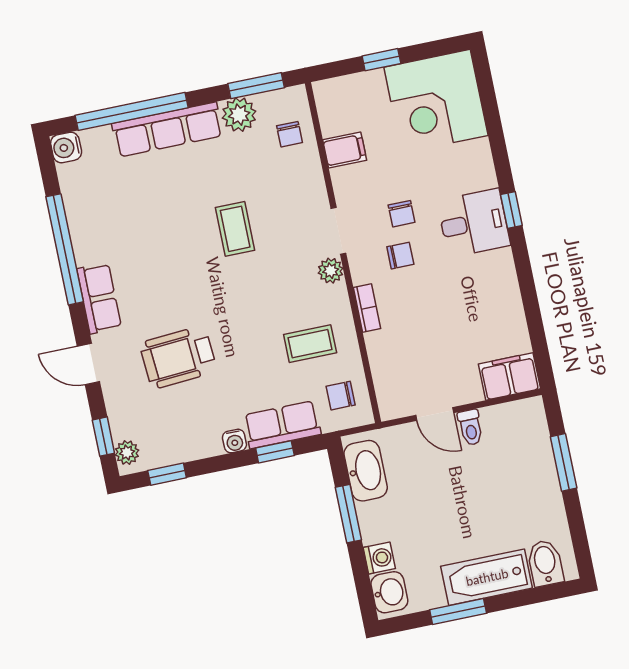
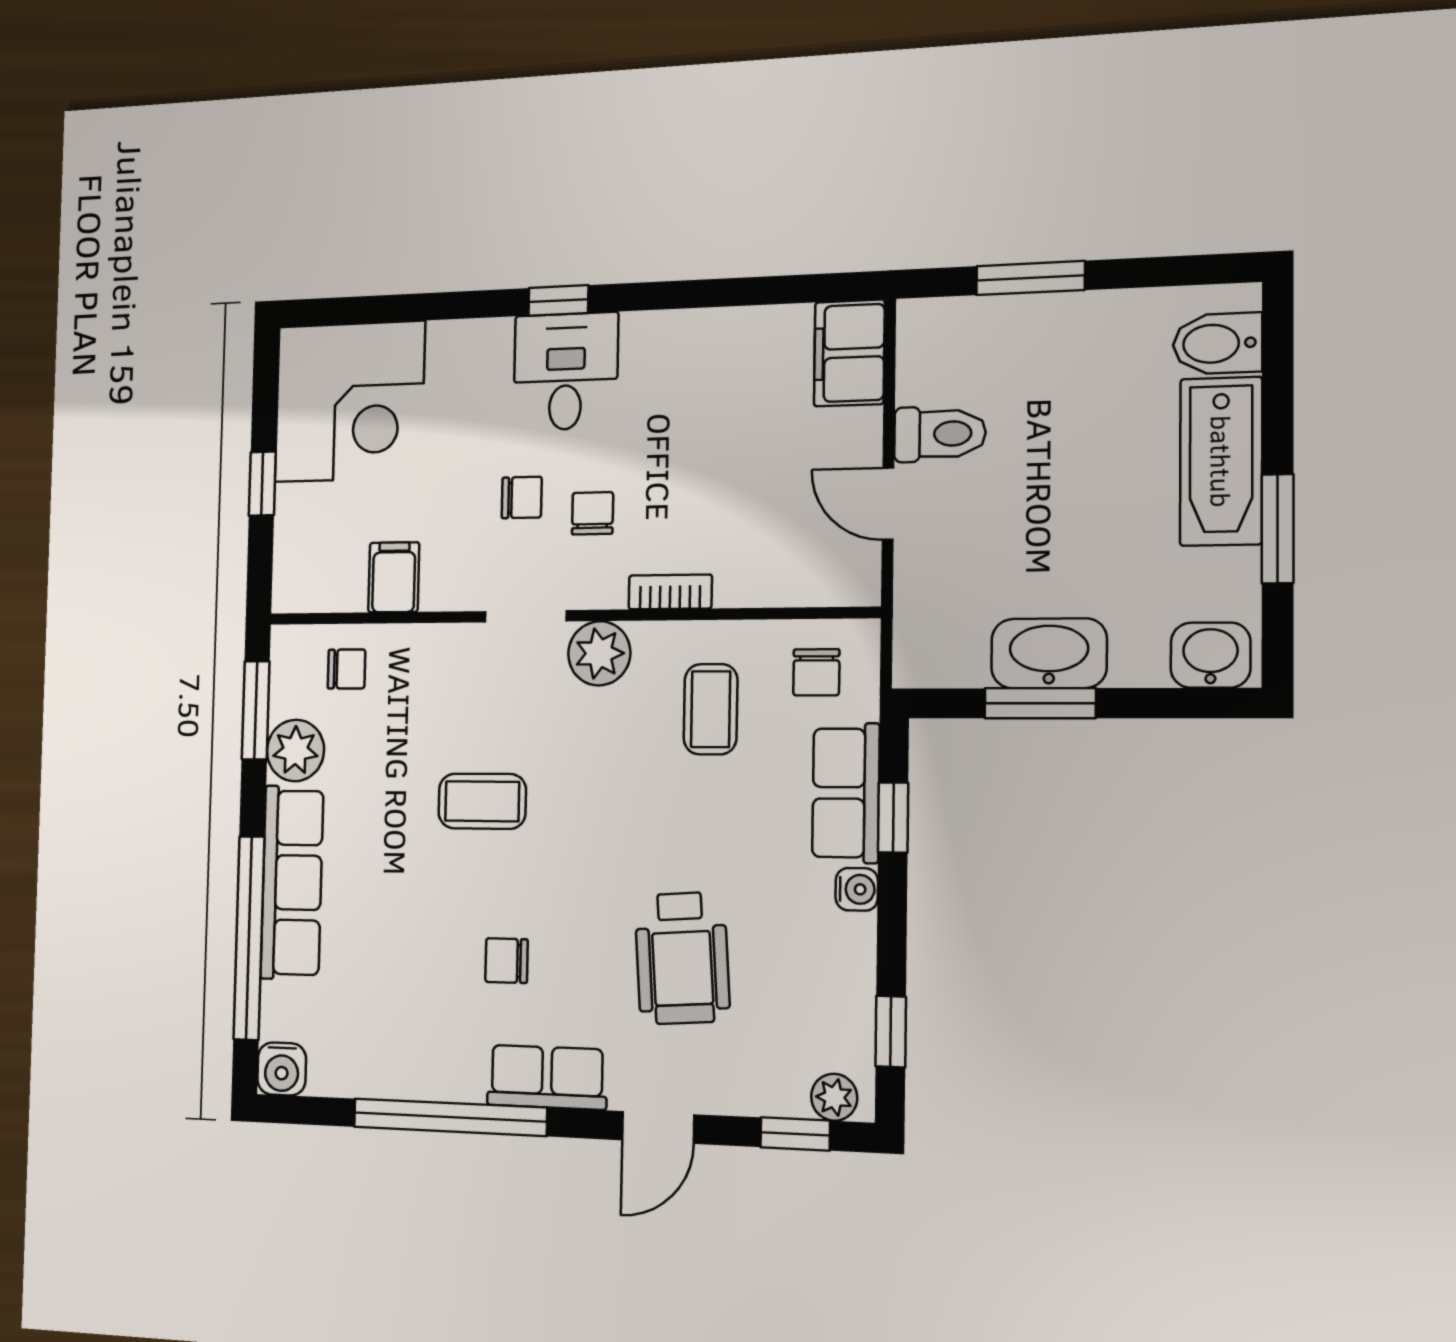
chair: (154, 262) -> (506, 961), added
plant: (331, 271) -> (599, 653), width x1.38, depth x1.38
door: (435, 414) -> (888, 504), swing flipped
toilet: (470, 427) -> (940, 434), width x1.37, depth x1.39
washbasin: (366, 471) -> (1049, 653), moved
washing machine: (379, 558) -> (1139, 661), removed

